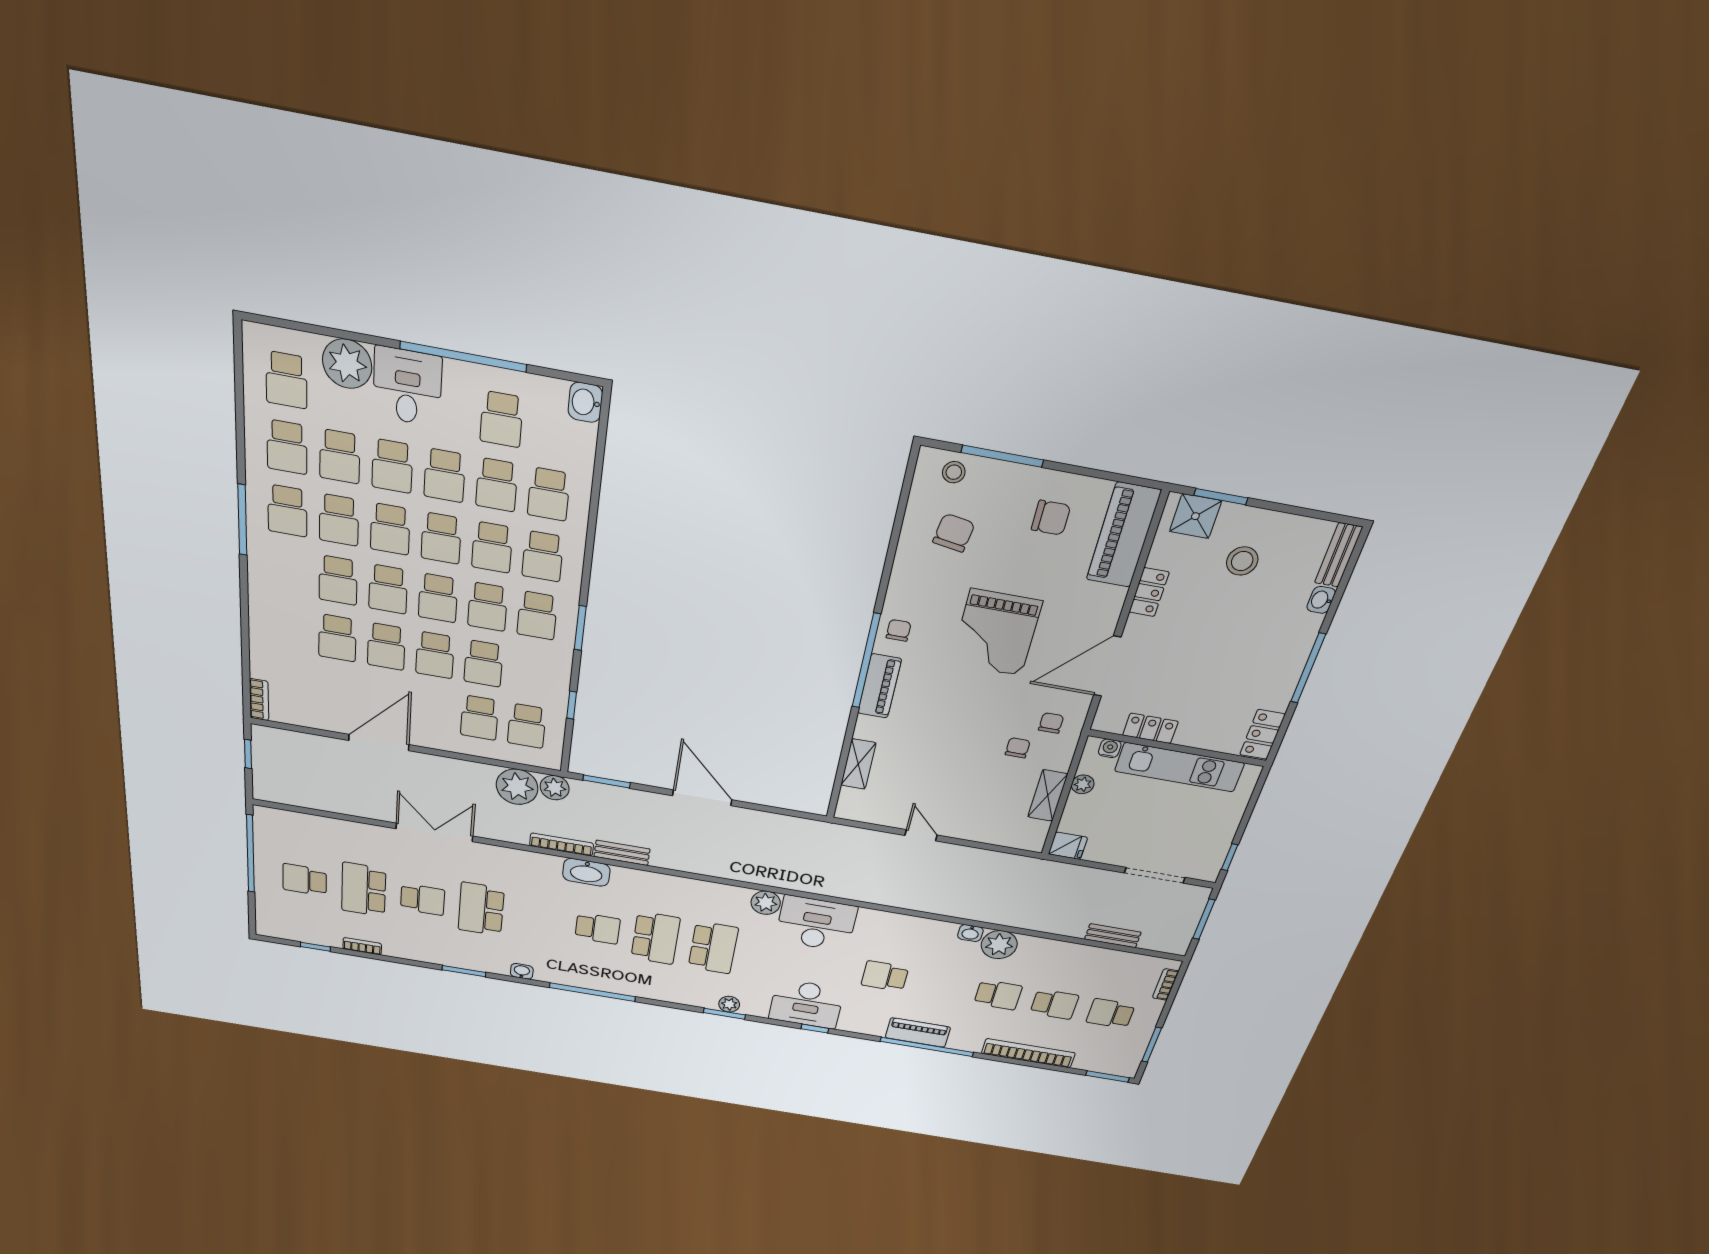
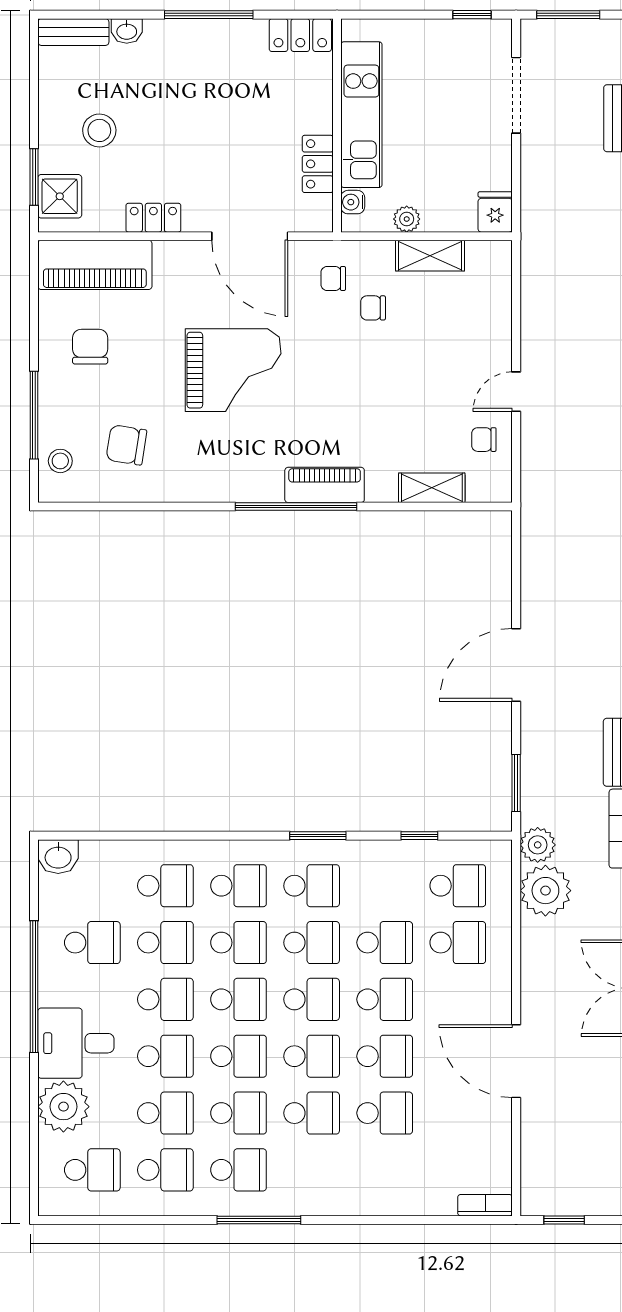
chair: (899, 630) -> (484, 440), moved

